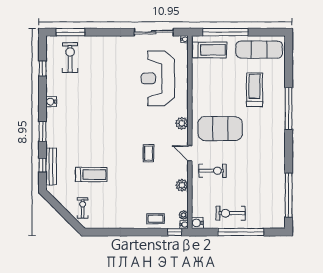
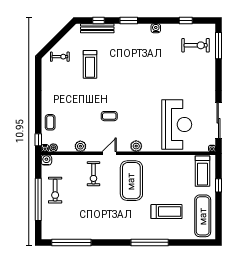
window: (225, 32) -> (218, 185), width x0.32
reception desk: (158, 78) -> (177, 125), turned 90
exercise bike: (231, 213) -> (55, 190), turned 180

